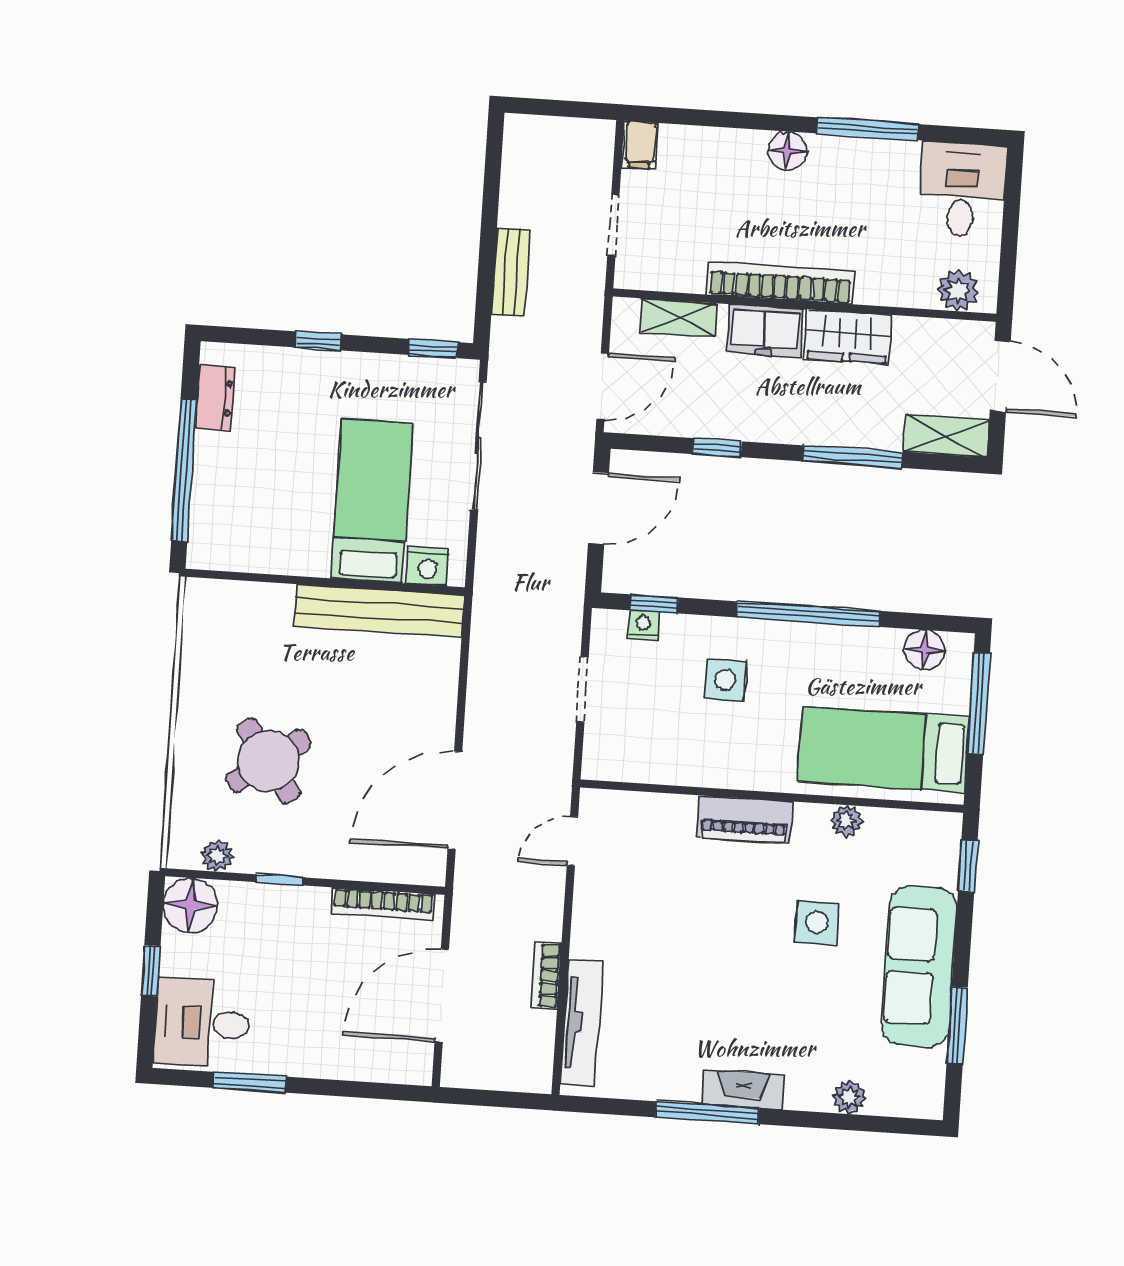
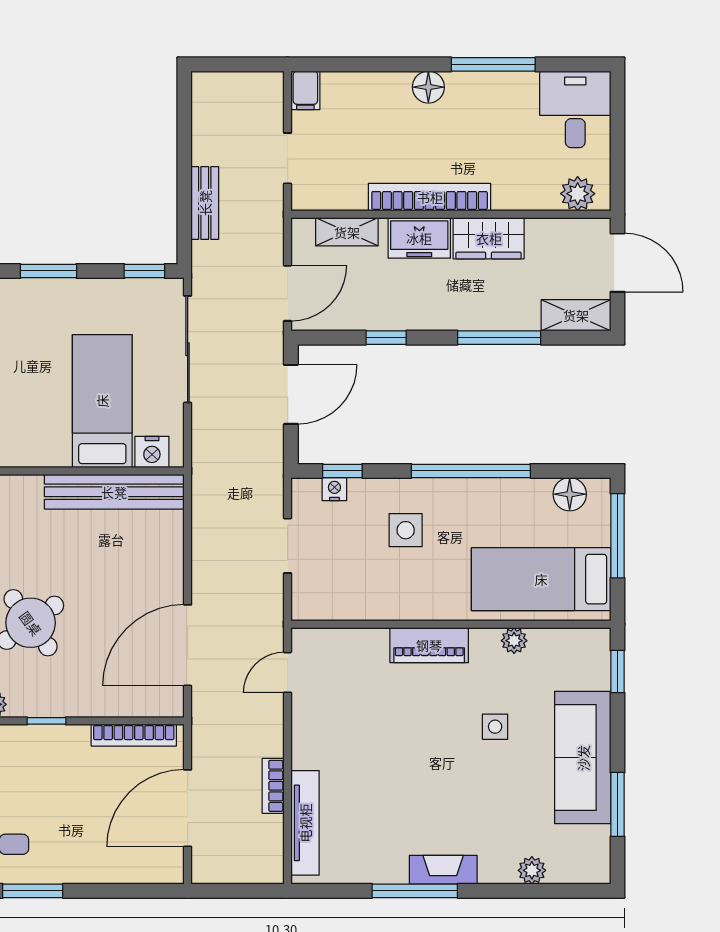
window: (318, 341) -> (48, 271), width x1.50
side table: (817, 922) -> (495, 727), width x0.73, depth x0.73

